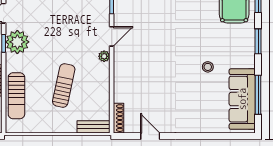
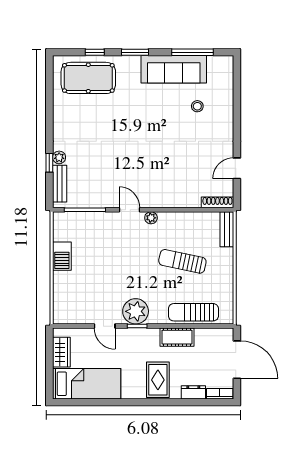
stool: (208, 67) -> (197, 106), moved
sun lounger: (16, 96) -> (193, 312), turned 180
sofa: (242, 99) -> (174, 69), moved

